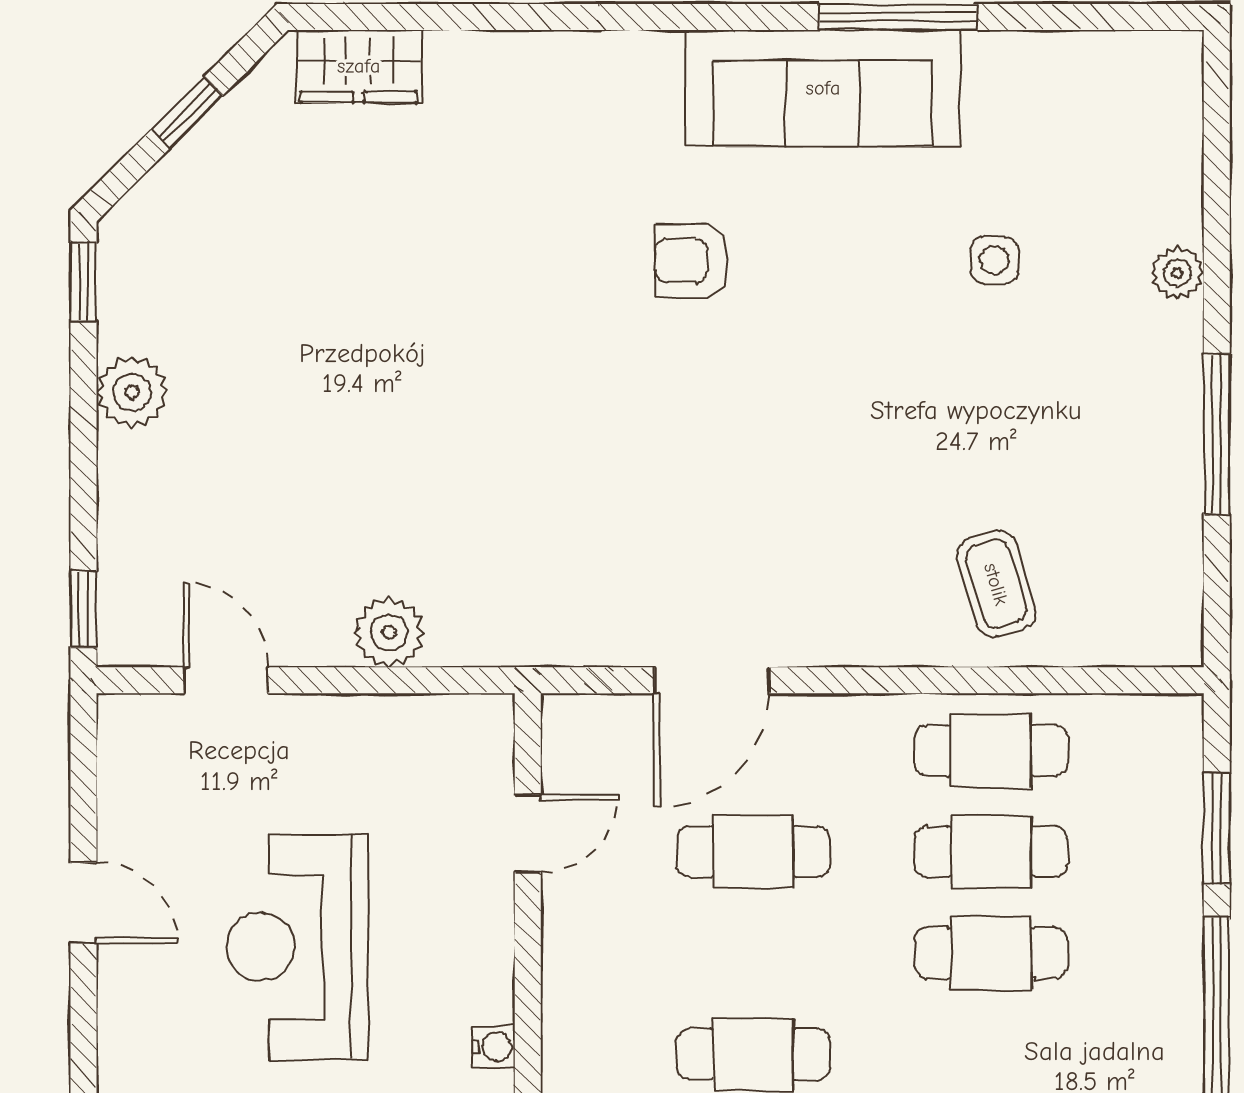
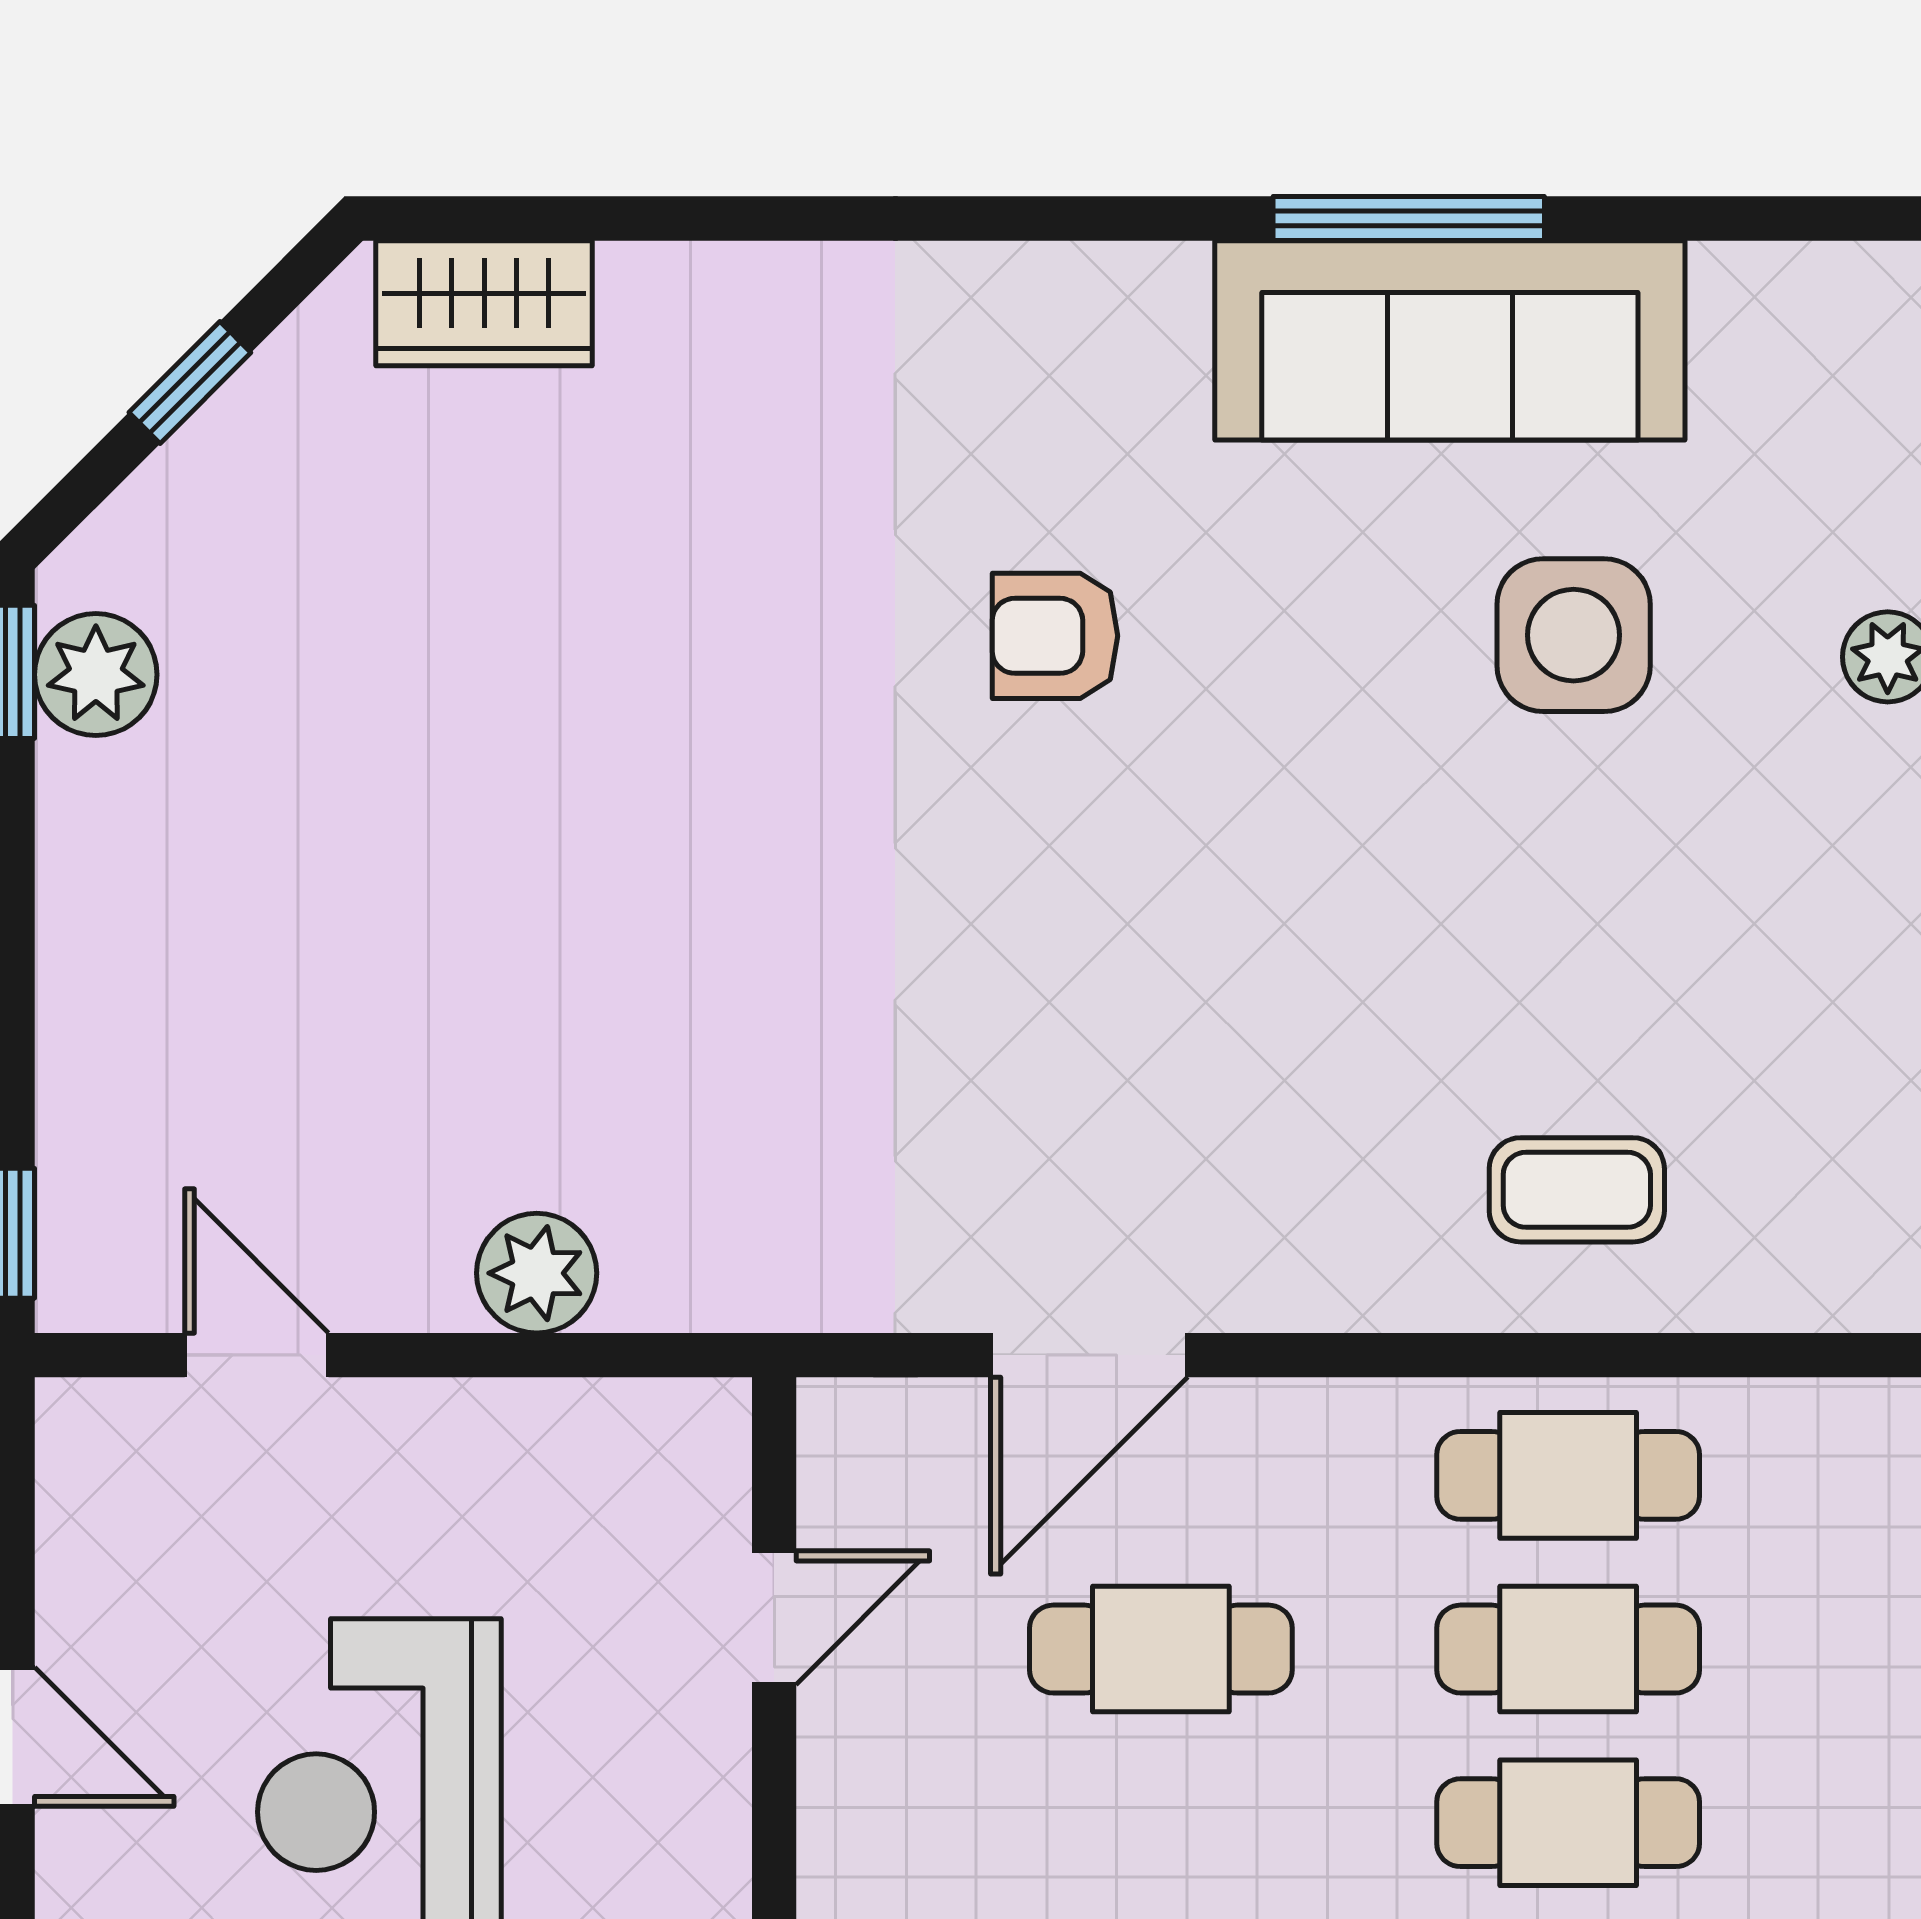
sofa: (823, 88) -> (1450, 340), moved
side table: (994, 260) -> (1574, 635), width x1.87, depth x1.87
plant: (132, 392) -> (96, 675), moved
coffee table: (996, 584) -> (1577, 1190), turned -74

